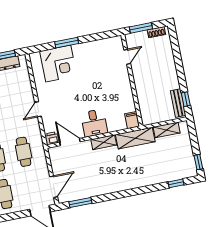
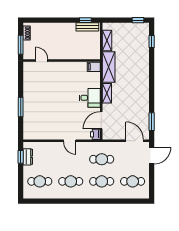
corner desk: (58, 64) -> (36, 117), removed

